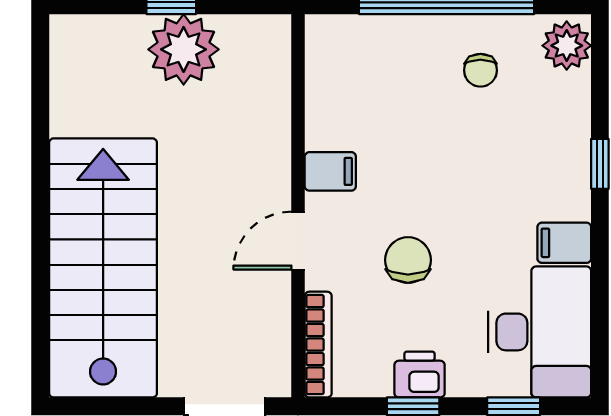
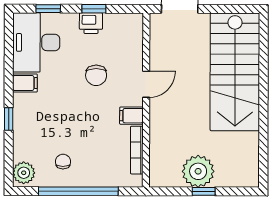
bookcase: (318, 345) -> (137, 150), moved

